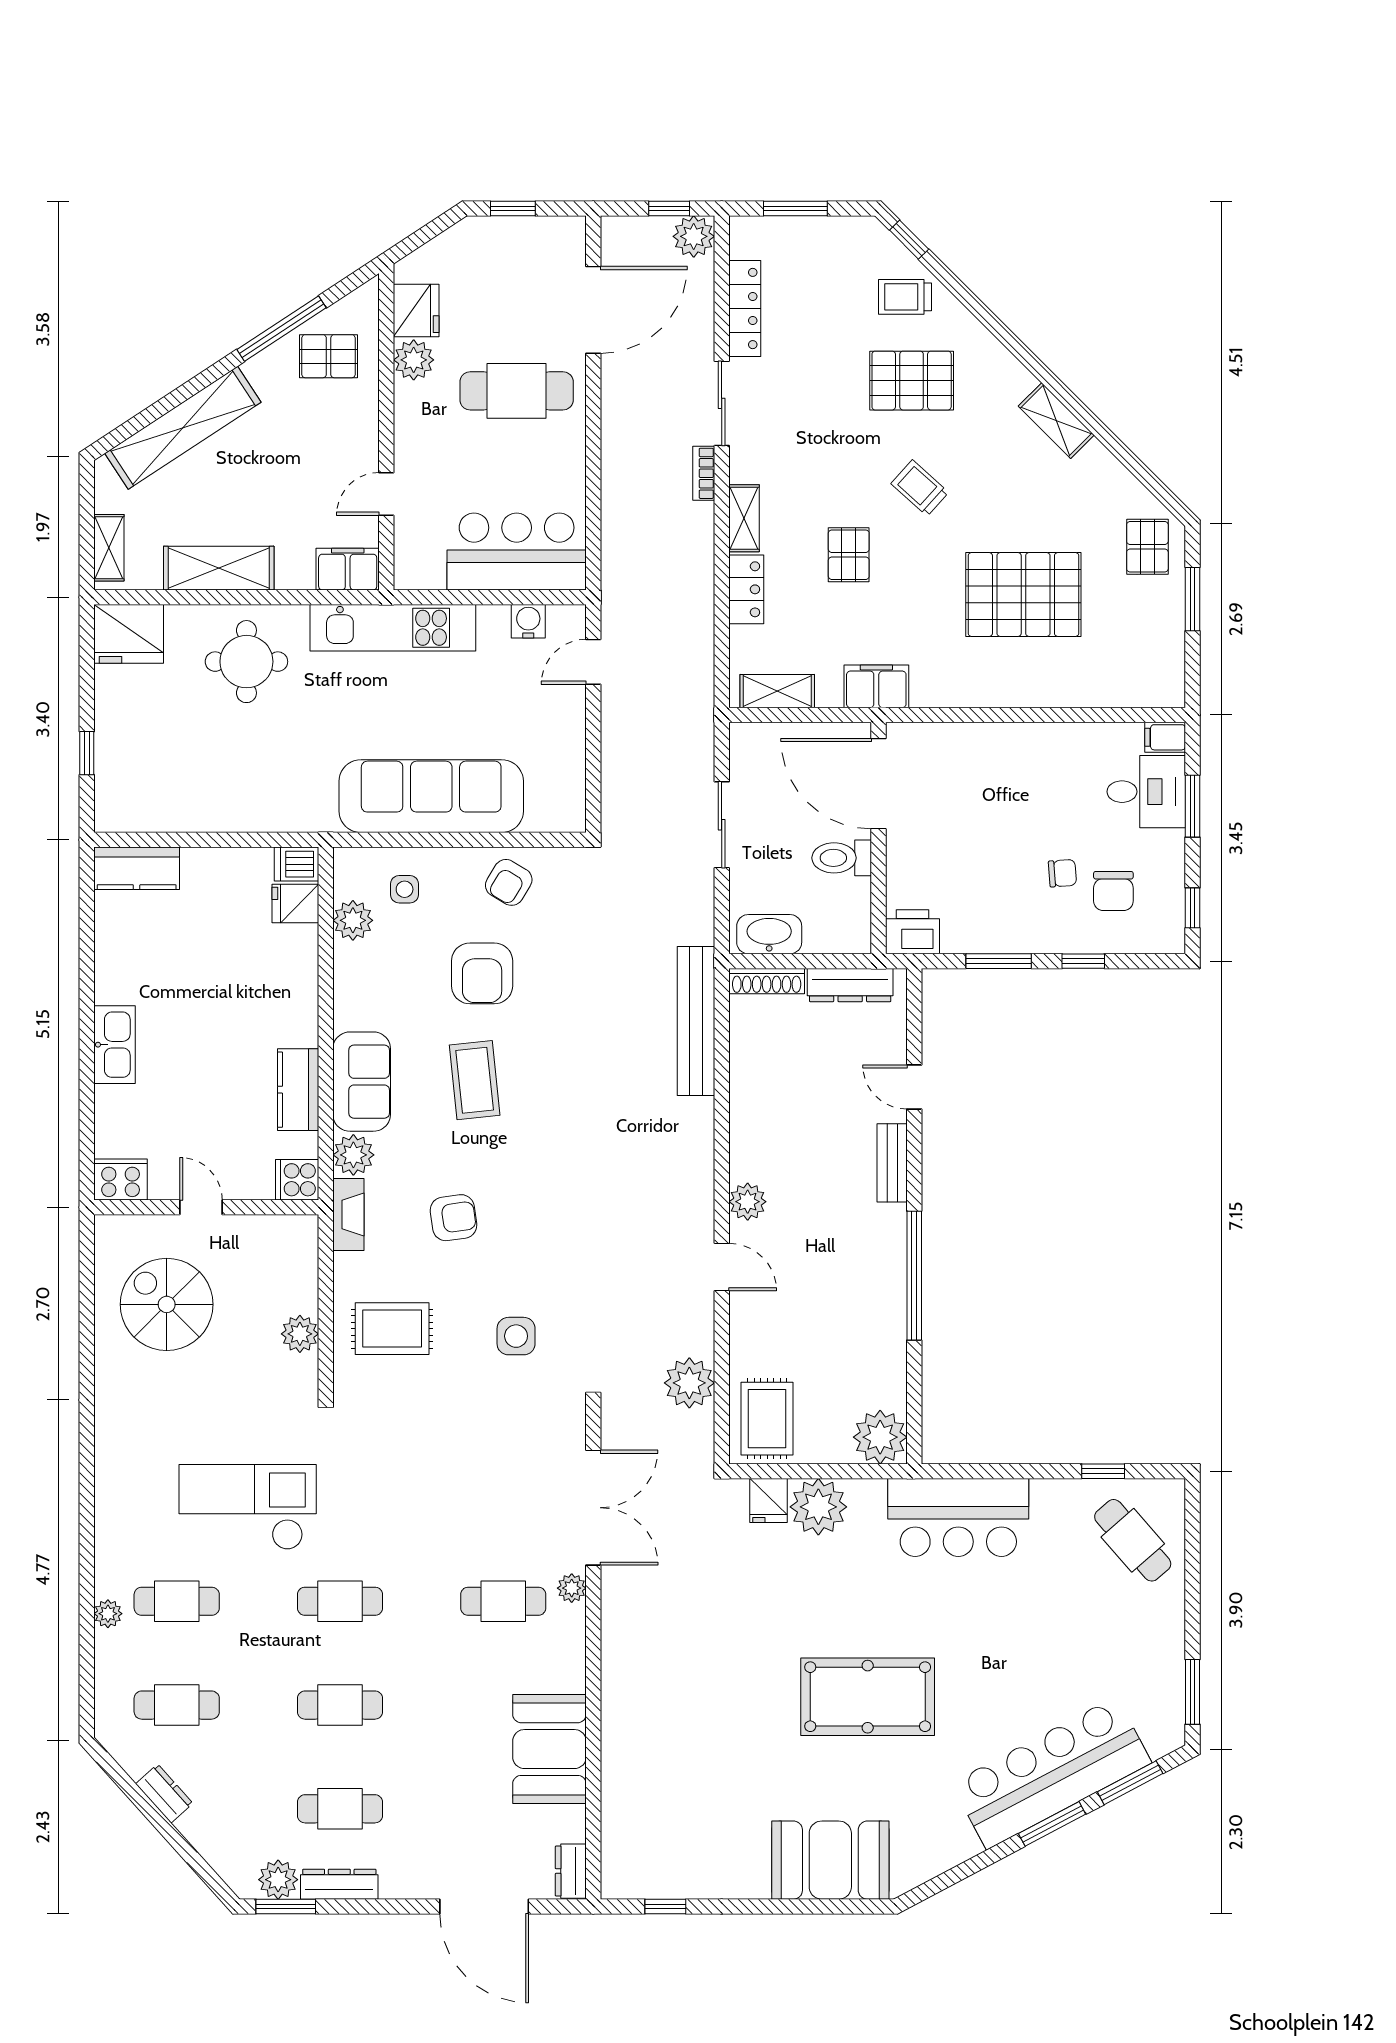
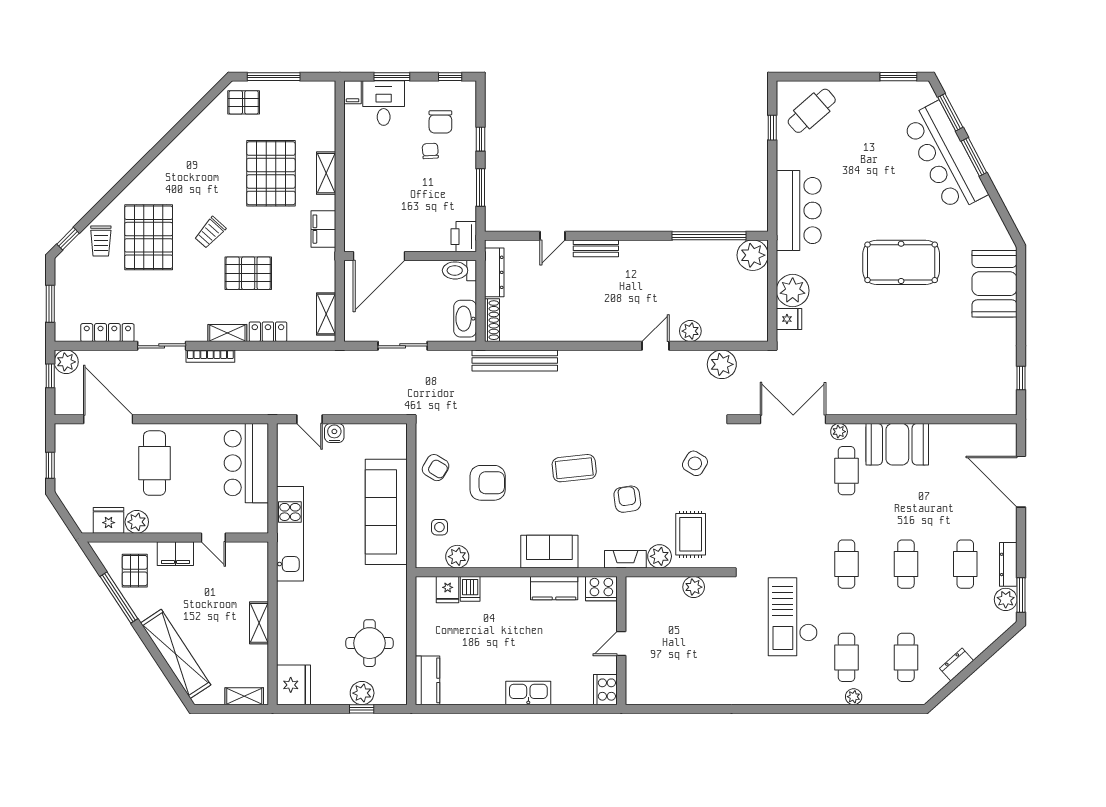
pallet: (912, 381) -> (149, 237), width x1.37, depth x1.41
shelving: (1056, 421) -> (326, 173), moved, turned -45
bookcase: (704, 473) -> (210, 356), width x1.56
pallet: (849, 555) -> (248, 273), width x1.50, depth x1.42
shelving: (219, 568) -> (259, 623), width x0.67, depth x0.75
filing cabinet: (348, 569) -> (175, 554), moved, turned -90
window: (1193, 599) -> (274, 77), width x1.44
water cooler: (528, 621) -> (334, 433), moved, turned 90
round table: (246, 662) -> (369, 643), moved
filing cabinet: (876, 686) -> (323, 229), moved
plant: (114, 754) -> (362, 693), added
toilet: (842, 858) -> (459, 270), moved, turned 90
dishwasher: (297, 864) -> (470, 589), moved
chair: (1113, 891) -> (440, 122), turned 90
coffee table: (475, 1080) -> (574, 468), moved
plant: (353, 1155) -> (660, 556), moved
cooker: (297, 1180) -> (601, 589), width x1.36
plant: (748, 1202) -> (690, 331), moved
window: (914, 1276) -> (709, 236), moved
spiral stairs: (167, 1304) -> (677, 663), removed
side table: (516, 1336) -> (695, 463), turned 31
rug: (767, 1419) -> (742, 320), removed
pool table: (868, 1697) -> (901, 262), turned 90
booth: (549, 1749) -> (897, 444), moved
dresser: (571, 1871) -> (1001, 432), removed
door: (484, 1906) -> (1021, 482), swing flipped

